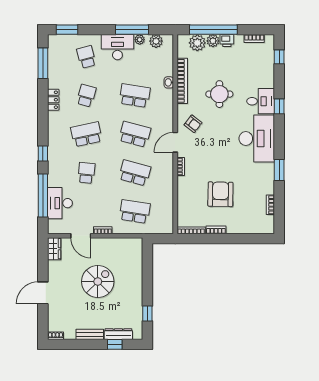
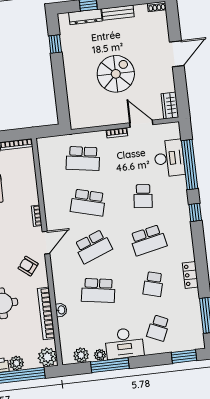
plant: (197, 43) -> (47, 357), moved
school desk: (86, 57) -> (158, 328), turned 39
school desk: (135, 134) -> (93, 246), turned -36
spiral stairs: (98, 282) -> (116, 74), turned 180

